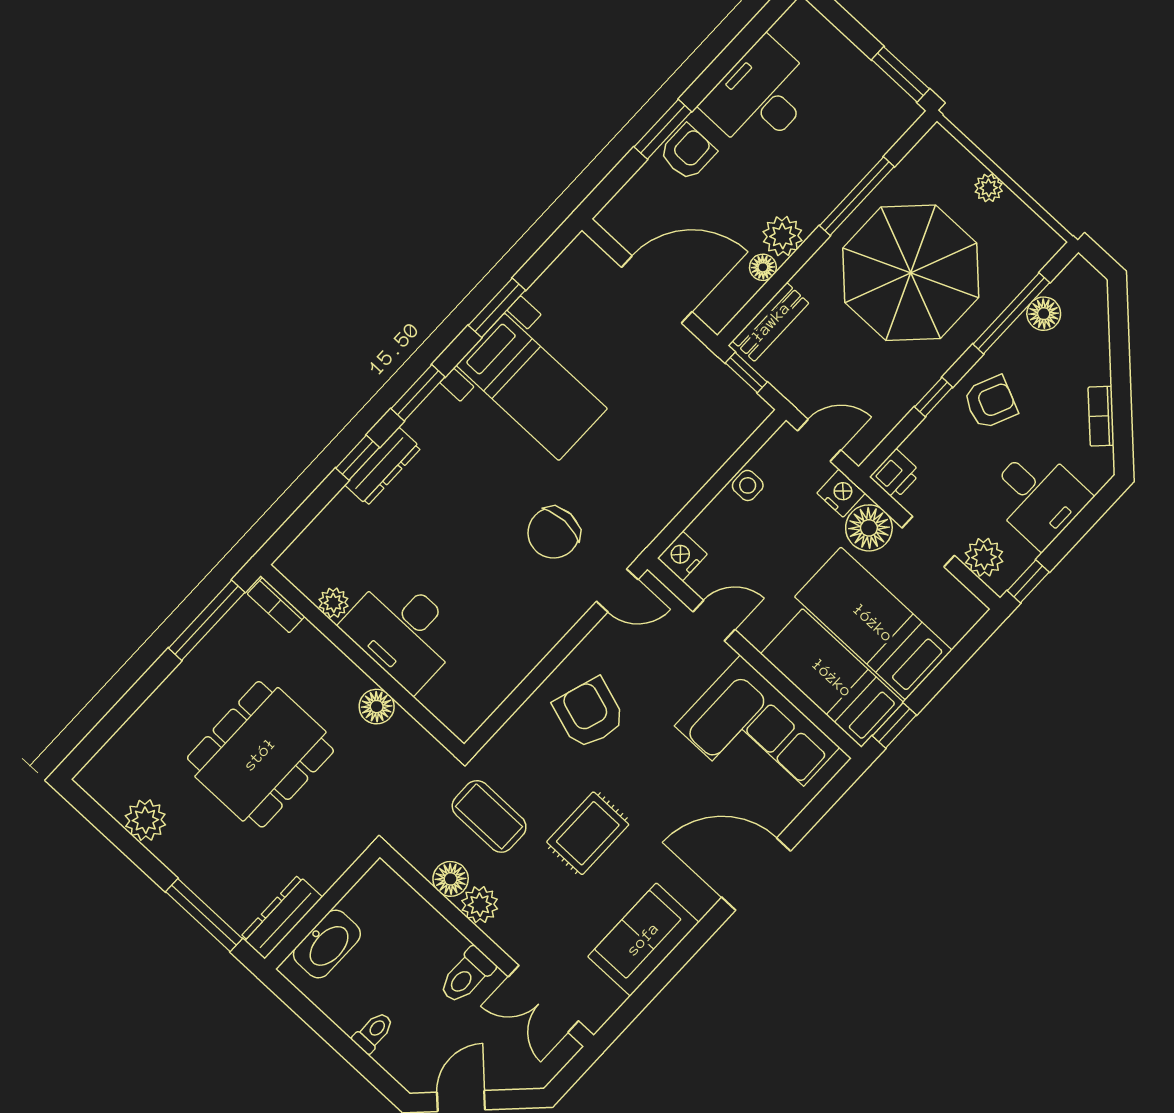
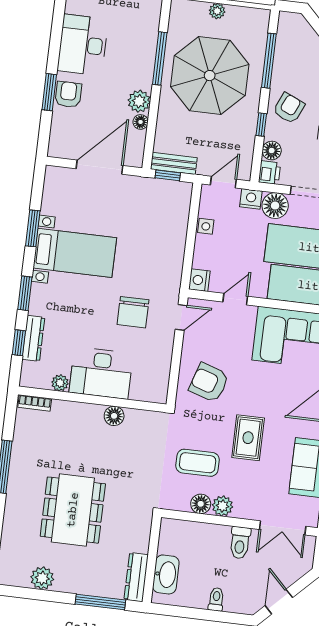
floor lamp: (1044, 314) -> (272, 151), moved
bench: (771, 322) -> (174, 163), moved, turned 90
plant: (333, 603) -> (60, 383), moved
bookcase: (276, 605) -> (35, 403), moved
desk: (403, 631) -> (101, 373), moved
wall: (362, 660) -> (92, 399), moved
floor lamp: (377, 707) -> (114, 416), moved

